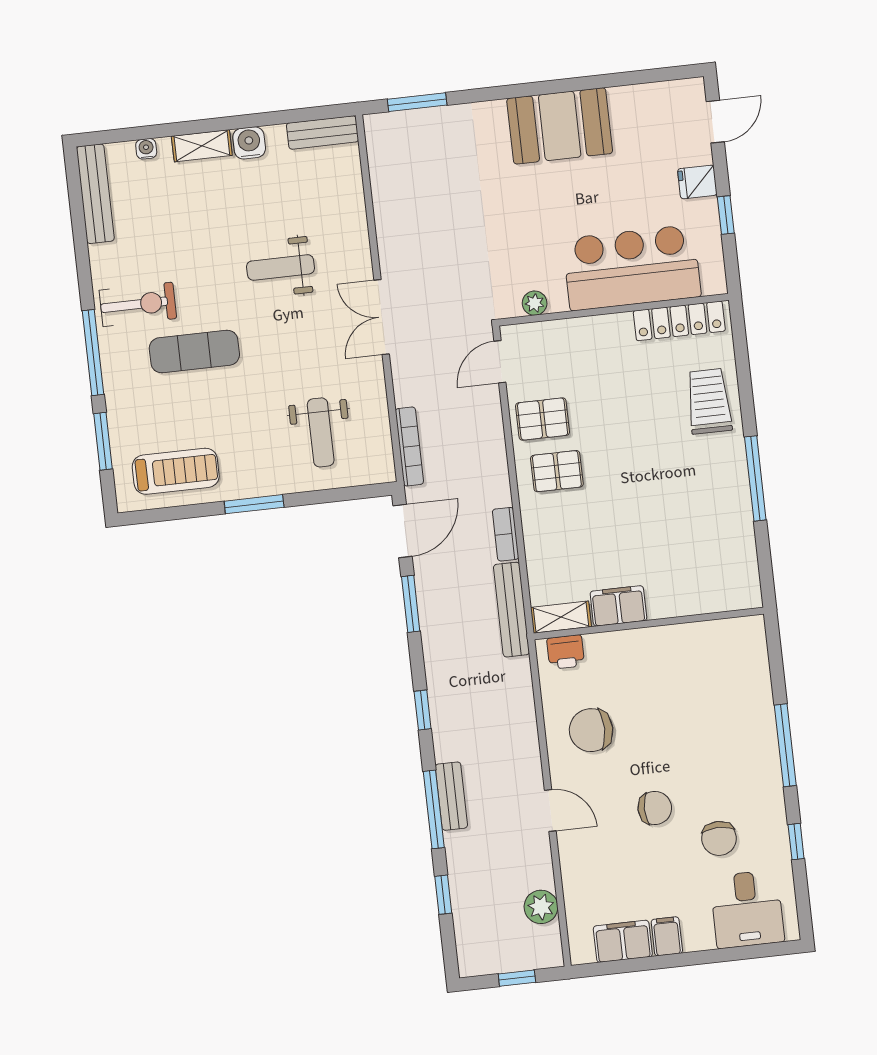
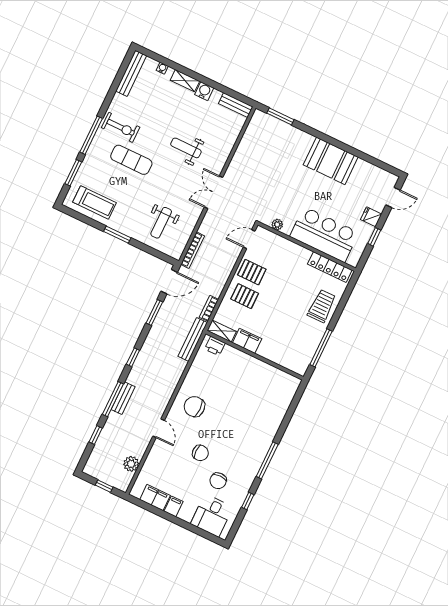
filing cabinet: (618, 606) -> (247, 341), moved
shelving: (561, 617) -> (222, 331), moved
wall: (649, 624) -> (255, 355), moved
printer: (566, 652) -> (215, 346), moved

